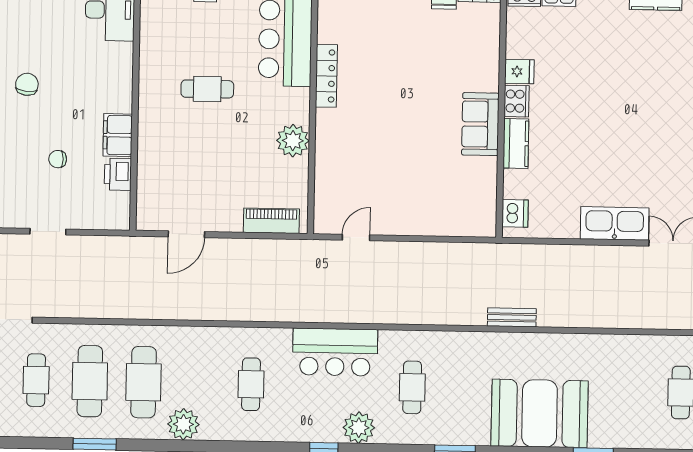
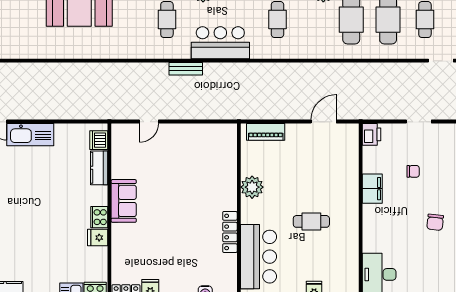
kitchen counter: (516, 144) -> (99, 168), moved
printer: (118, 174) -> (372, 134), moved
door: (356, 237) -> (149, 122), moved
bench: (512, 317) -> (186, 69), moved

